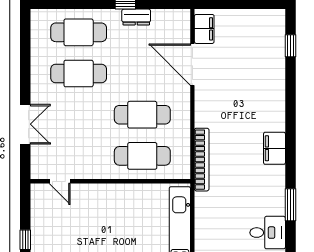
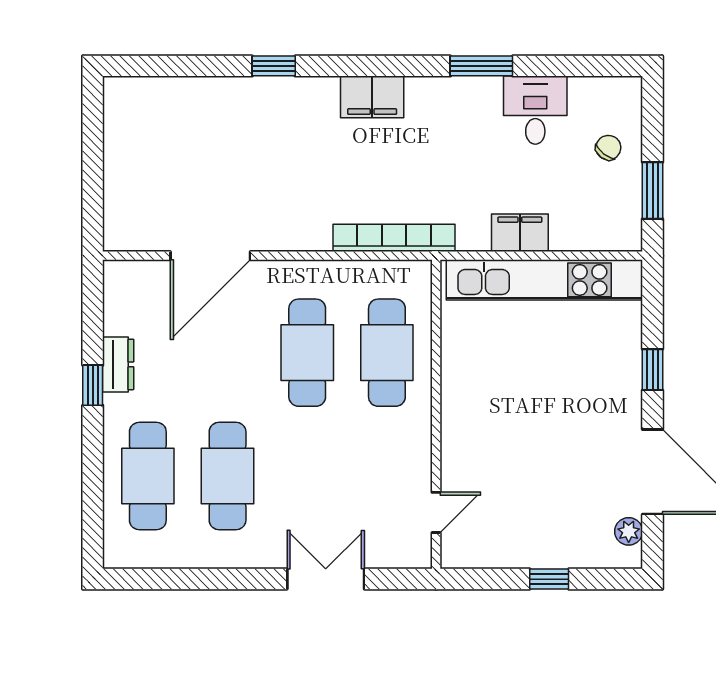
filing cabinet: (204, 29) -> (520, 233), moved
window: (290, 46) -> (274, 66), moved

